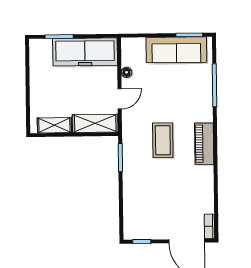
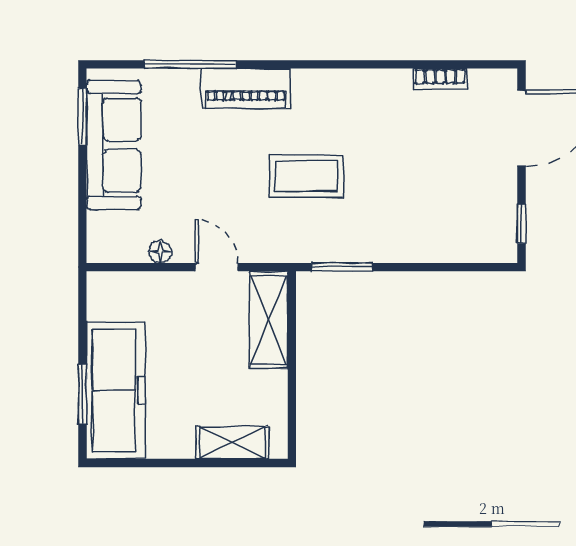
freezer: (85, 52) -> (116, 390), moved
shelving: (54, 125) -> (232, 443), moved, turned 90
piano: (204, 144) -> (246, 88), moved
bookcase: (209, 226) -> (440, 79), moved

